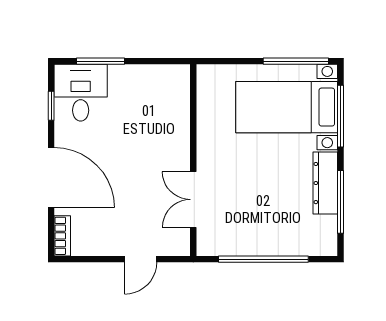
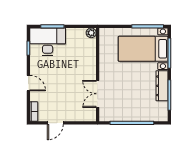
plant: (180, 74) -> (91, 33), added
desk: (81, 93) -> (48, 42), width x1.37
door: (51, 177) -> (28, 83), width x0.53
door: (141, 259) -> (55, 123), moved

